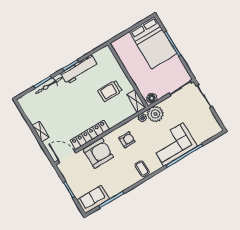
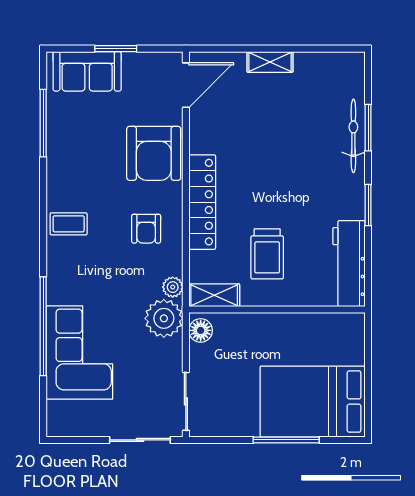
workbench: (79, 69) -> (349, 264), moved
trolley: (110, 91) -> (267, 254), turned 180
locker: (90, 135) -> (202, 202), moved
corner sofa: (173, 144) -> (79, 353), moved
sofa: (93, 199) -> (87, 71), moved, turned 90

